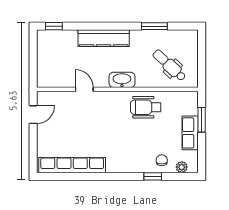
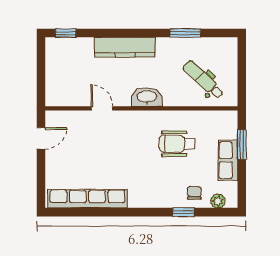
wheelchair: (146, 107) -> (177, 144), moved

